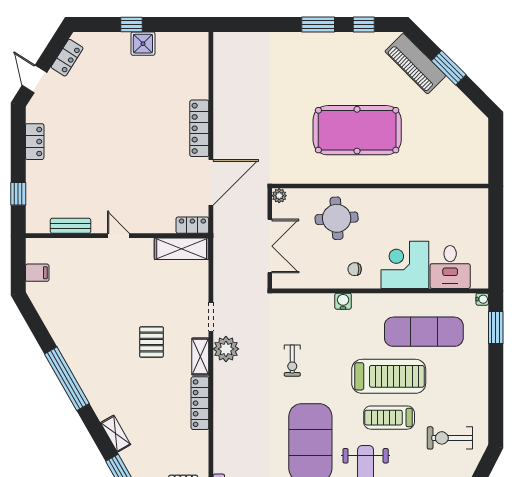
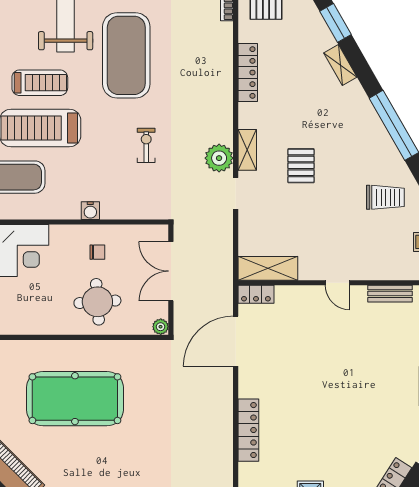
locker: (199, 128) -> (248, 430), moved
chair: (355, 269) -> (97, 252), moved
trolley: (75, 313) -> (385, 197), added
locker: (200, 403) -> (248, 73), moved

